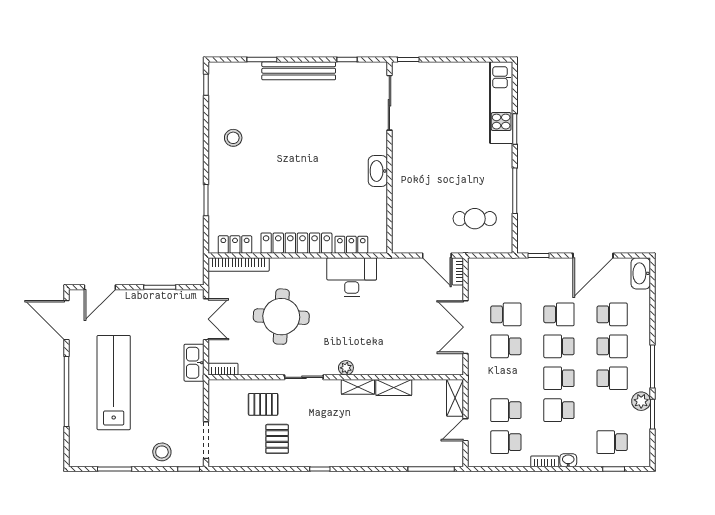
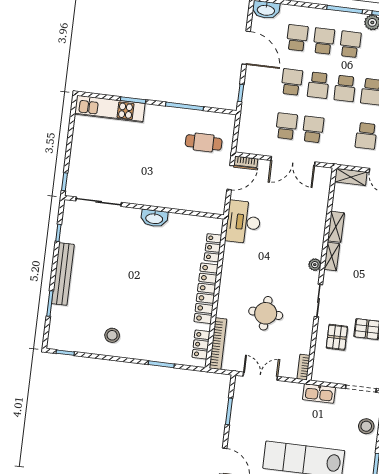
cafe table: (475, 219) -> (204, 142), turned 90
desk: (352, 277) -> (243, 222), moved
round table: (281, 317) -> (266, 313), width x0.73, depth x0.73
school desk: (506, 346) -> (313, 129), turned 180
kitchen sink: (194, 363) -> (319, 393), moved

